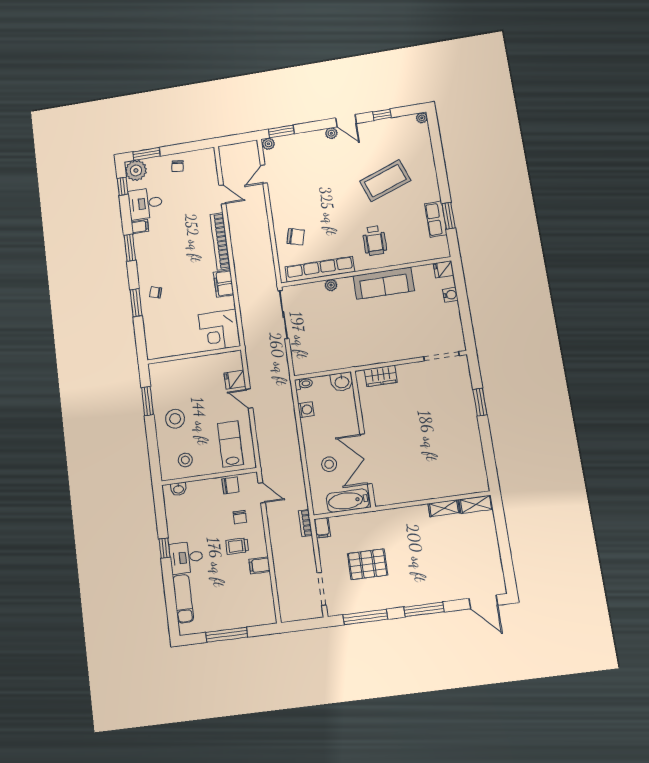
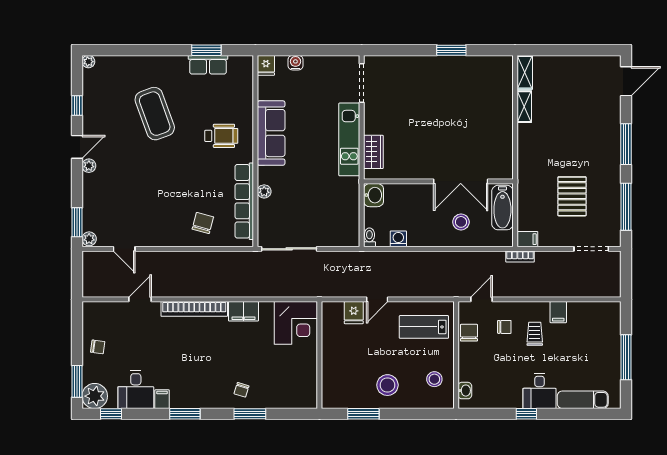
kitchen unit: (389, 353) -> (349, 139), added
window: (480, 402) -> (451, 50), moved
trolley: (237, 546) -> (535, 334), turned 180

